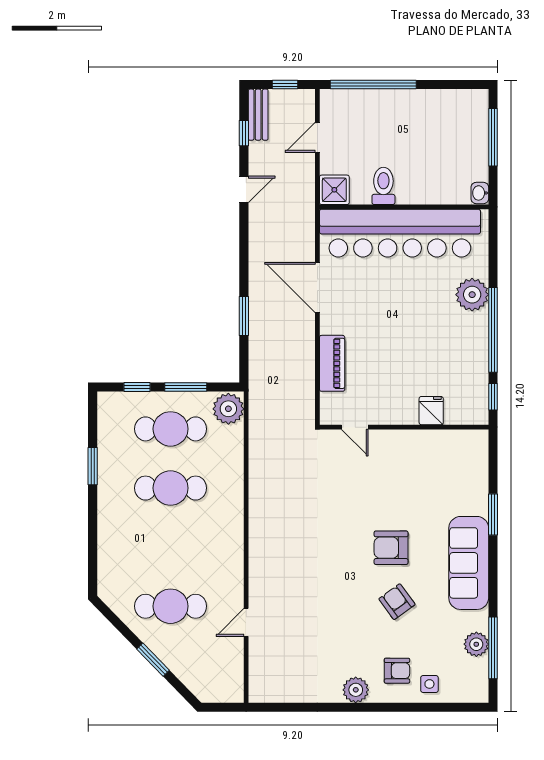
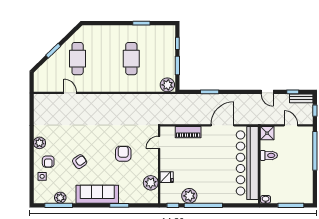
plant: (472, 295) -> (189, 196), moved
cafe table: (171, 429) -> (158, 59), removed
plant: (444, 445) -> (151, 183), added
armchair: (391, 548) -> (123, 154), moved

